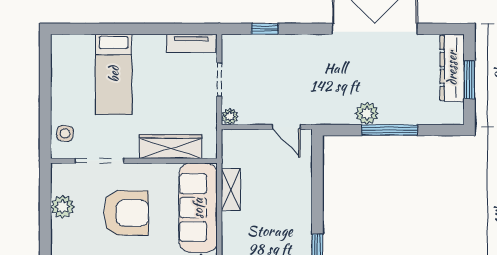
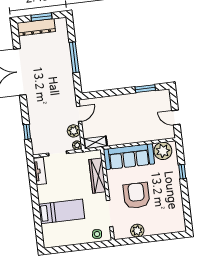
plant: (367, 113) -> (74, 131), moved
shelving: (231, 189) -> (95, 142), moved

